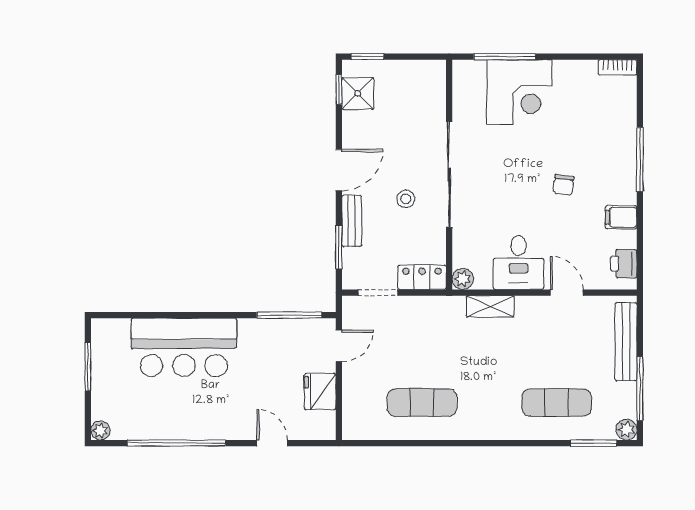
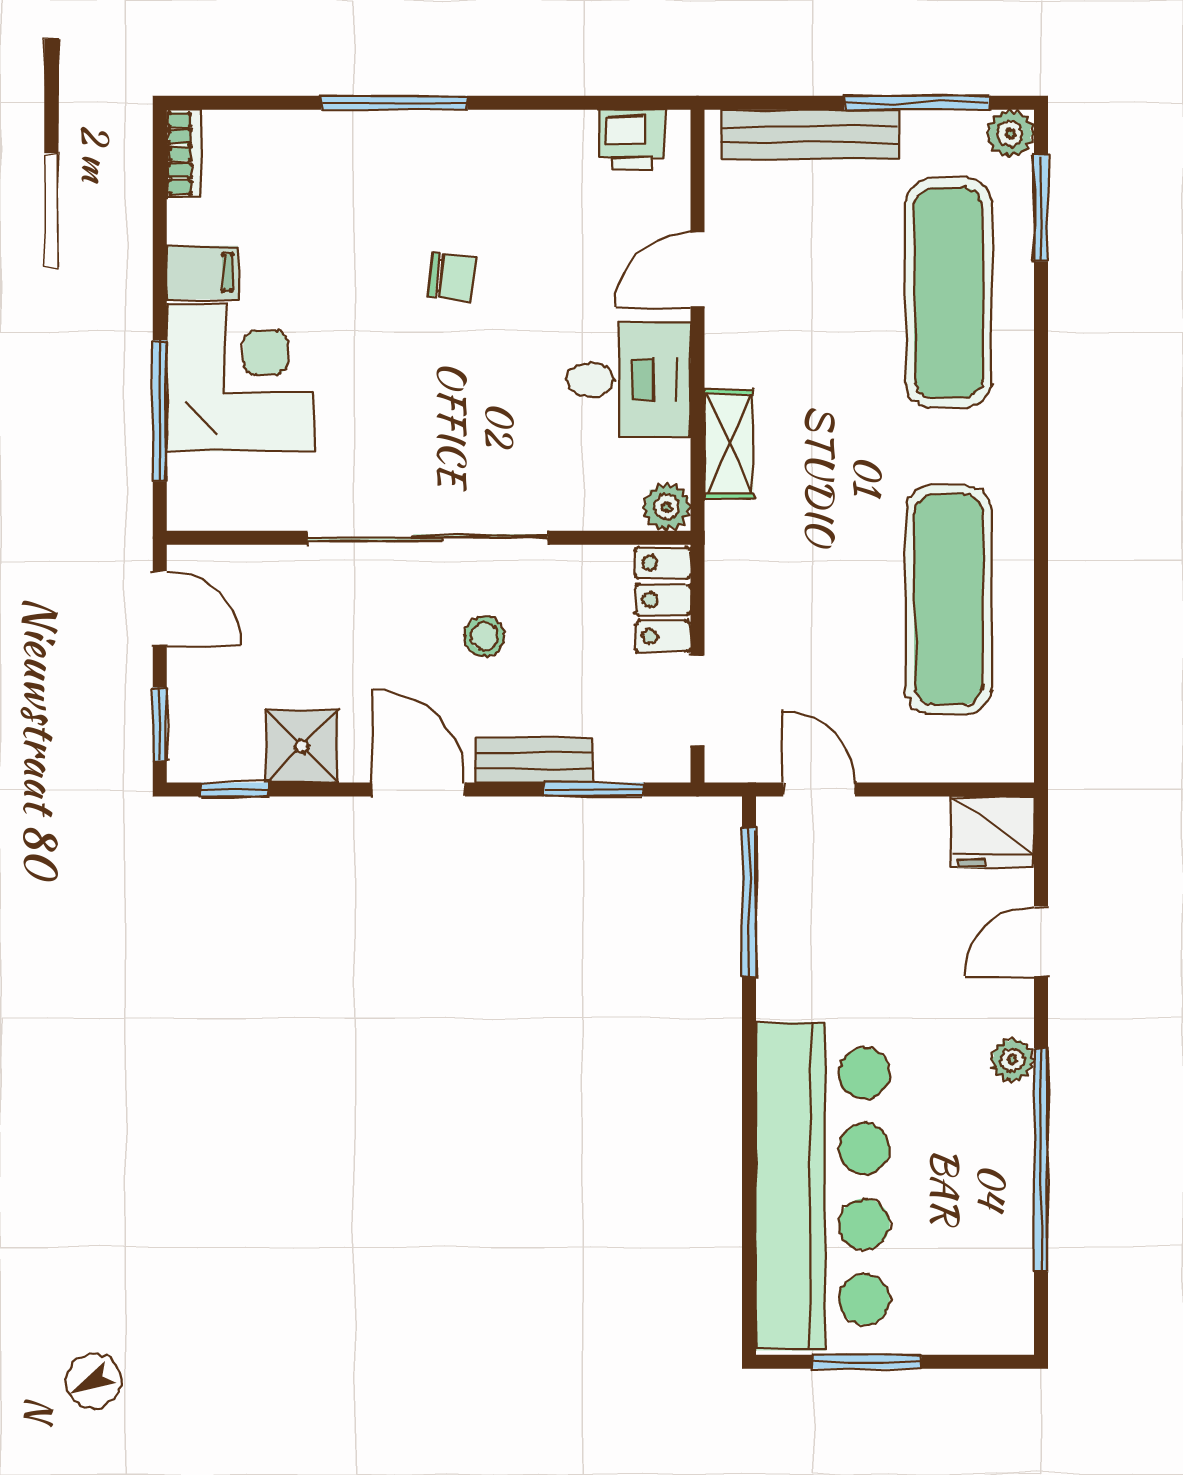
door: (418, 57) -> (160, 608), added
shower: (358, 93) -> (302, 746), moved
filing cabinet: (621, 217) -> (202, 273), moved, turned -90
bar counter: (184, 347) -> (823, 1186), width x1.36
fridge: (320, 392) -> (993, 832), moved
exercise mat: (422, 403) -> (948, 600), width x1.36, depth x1.45
exercise mat: (557, 403) -> (948, 293), width x1.36, depth x1.45
plant: (100, 430) -> (1012, 1060), moved

